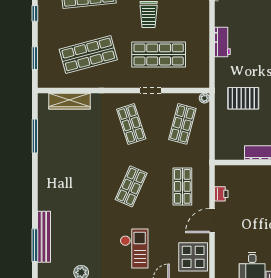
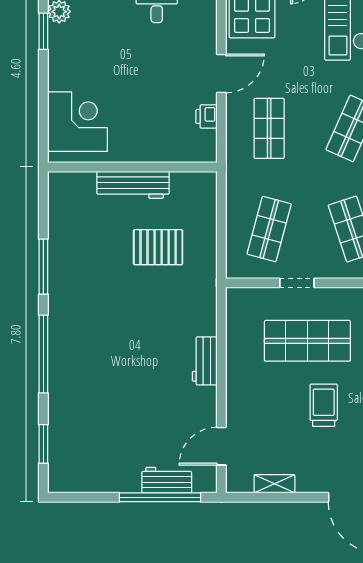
doorway: (150, 90) -> (297, 283), moved
plant: (204, 98) -> (234, 270), removed
pallet: (243, 98) -> (158, 247), moved

